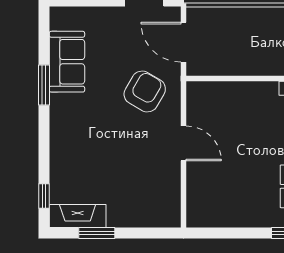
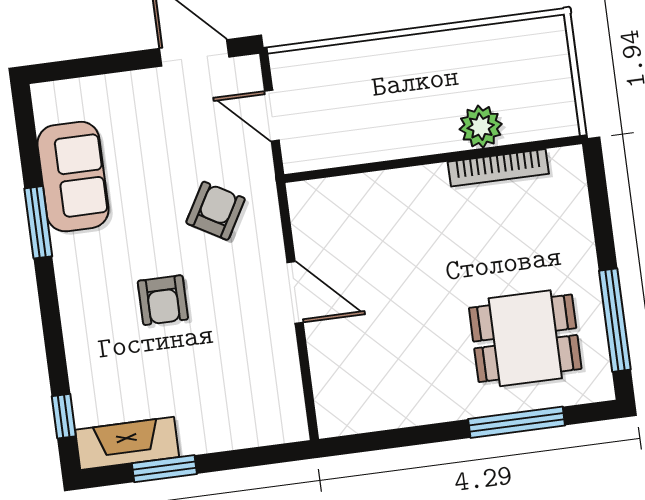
door: (184, 42) -> (272, 116), width x0.73
armchair: (145, 92) -> (216, 211), width x0.72, depth x0.72
armchair: (108, 138) -> (163, 300), added

